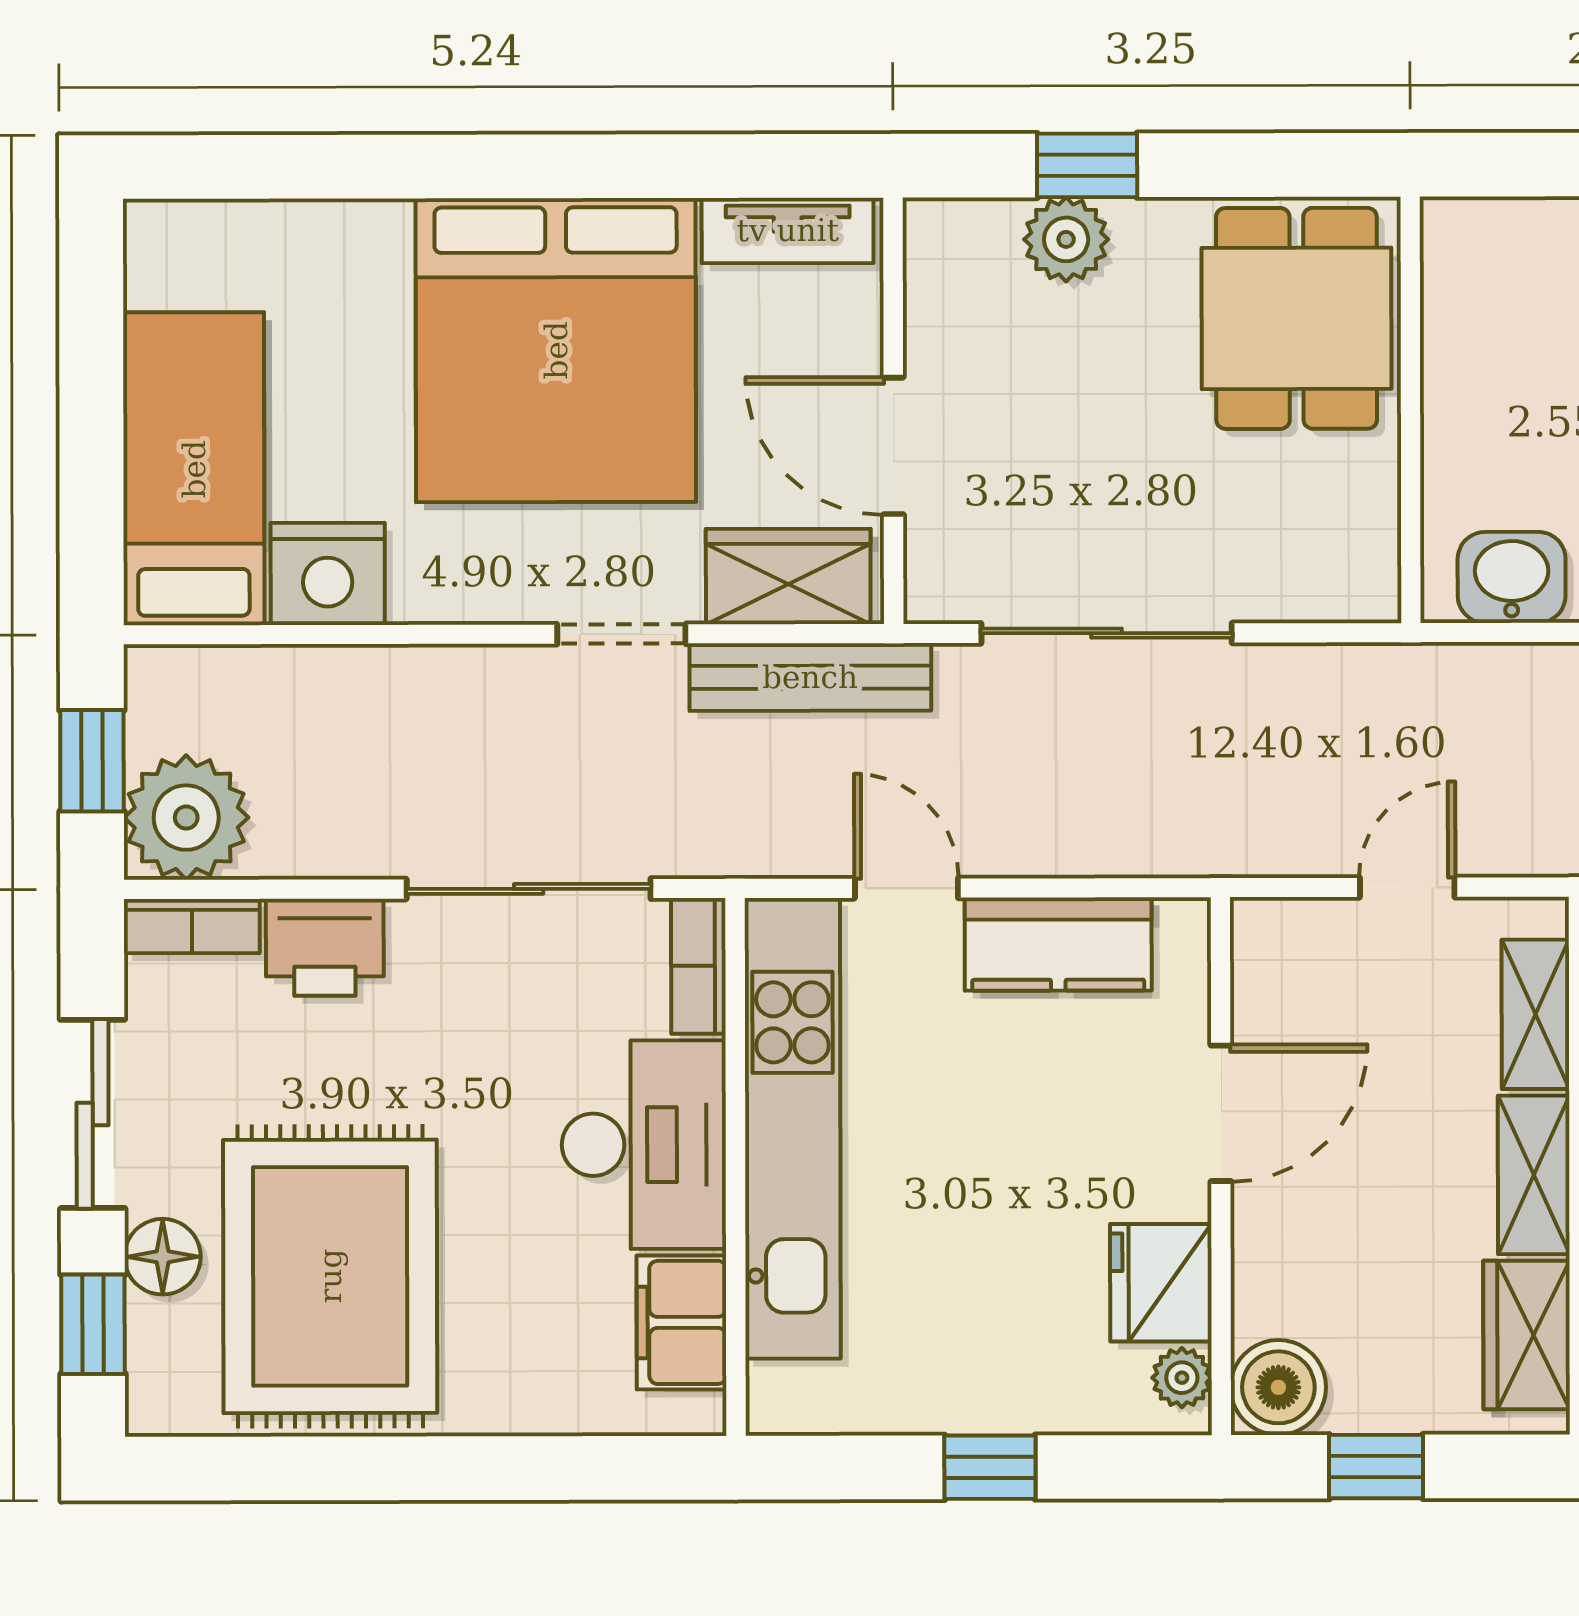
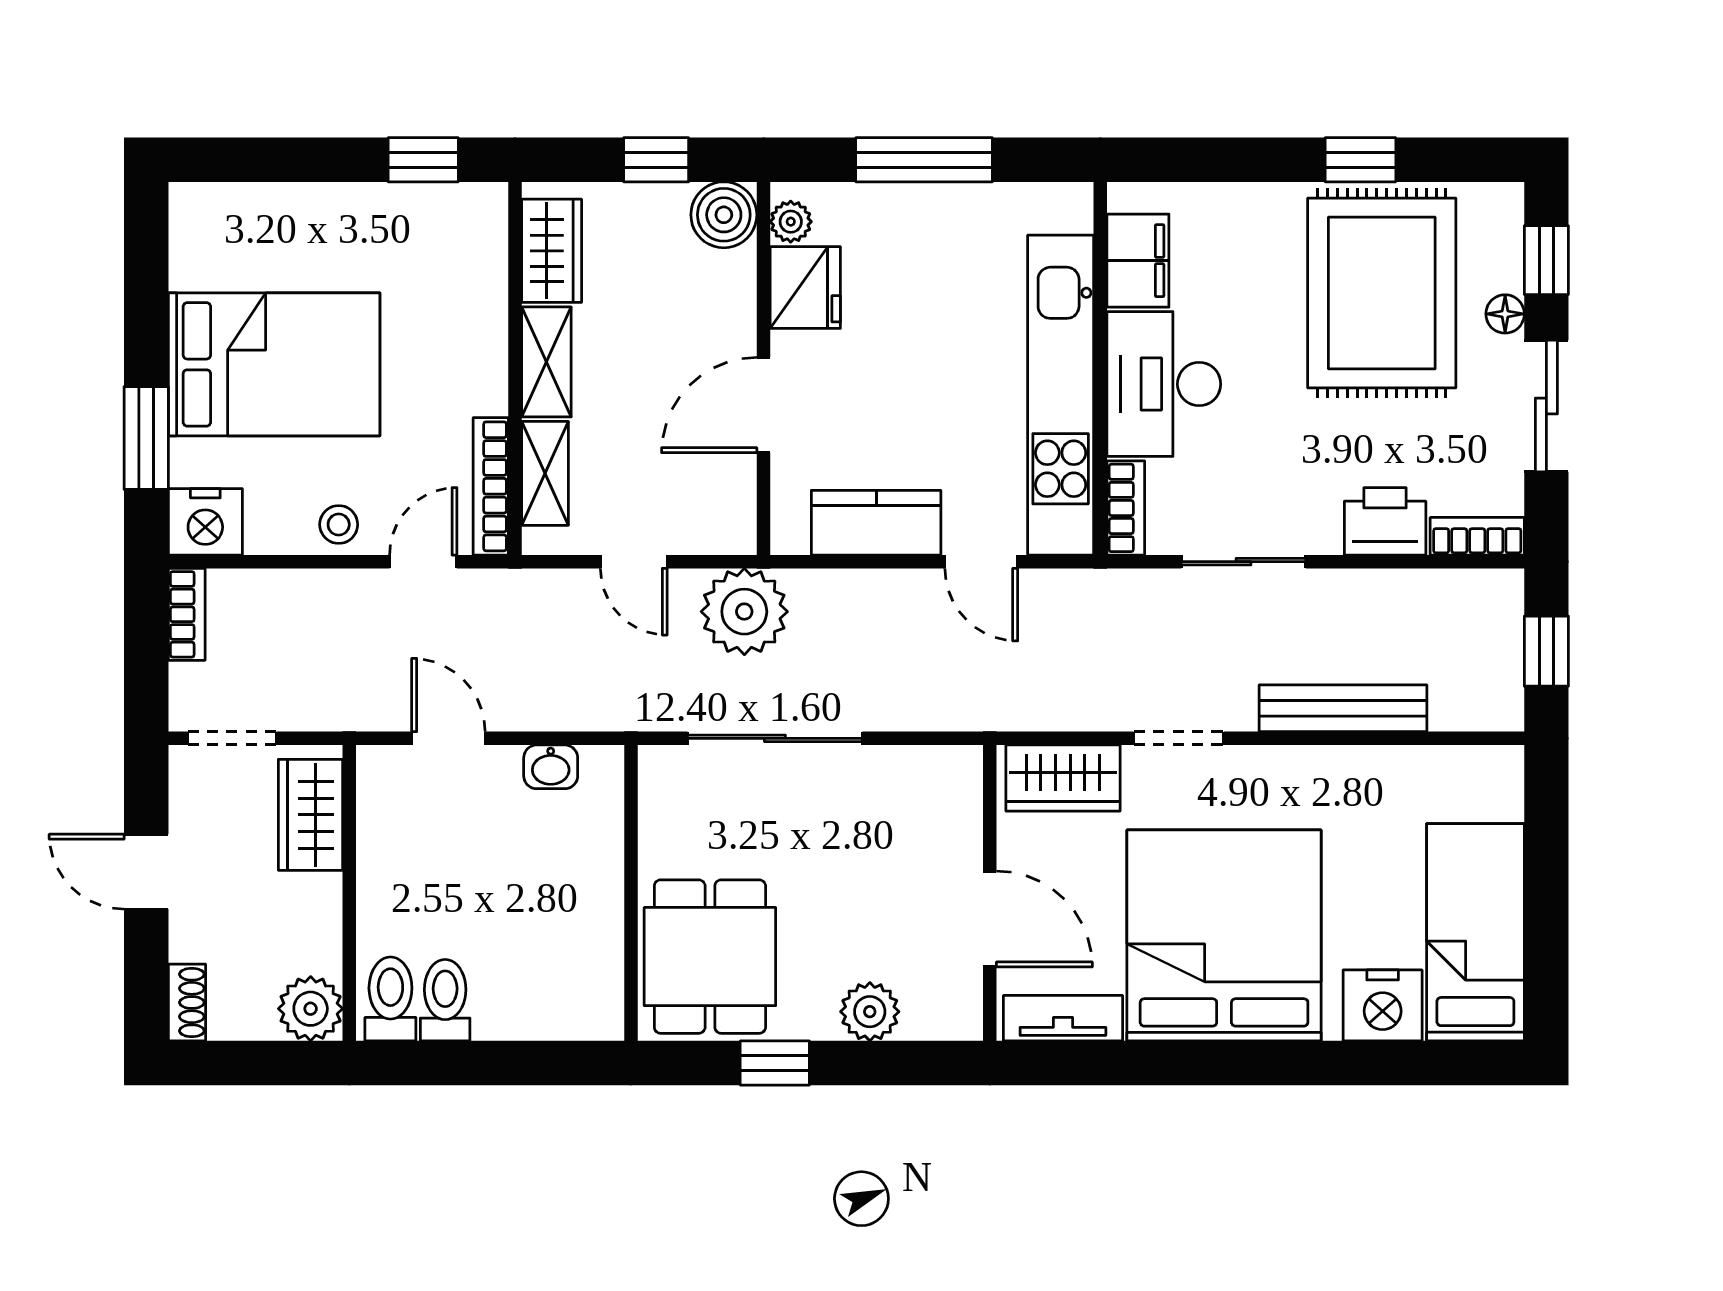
window: (1087, 165) -> (775, 1063), moved
door: (893, 446) -> (990, 919), moved
bed: (194, 469) -> (1475, 932), moved, turned 180
nightstand: (328, 574) -> (1383, 1005), moved, turned 180
washbasin: (1512, 577) -> (551, 767), width x0.72, depth x0.69
sliding door: (1107, 633) -> (775, 738), moved
bench: (810, 677) -> (1343, 708), moved
plant: (186, 818) -> (744, 612), moved
door: (1407, 887) -> (634, 562), hinge flipped
sliding door: (529, 889) -> (1244, 562), width x0.73
floor lamp: (163, 1257) -> (1505, 314), width x0.73, depth x0.73
window: (990, 1467) -> (924, 160), width x2.17
window: (361, 1468) -> (1360, 160), added

